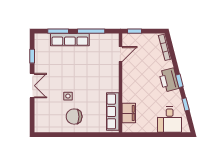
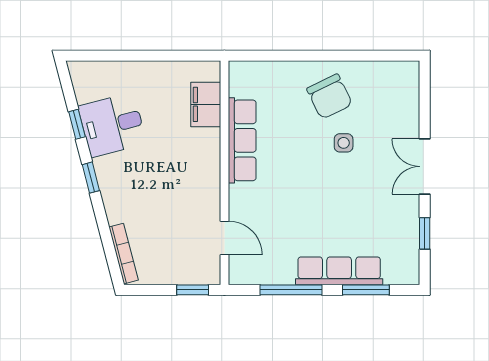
door: (120, 54) -> (224, 238), swing flipped
printer: (169, 80) -> (115, 179), removed
row of seats: (113, 111) -> (242, 140), moved
chair: (74, 117) -> (330, 97), turned 64
desk: (170, 120) -> (112, 125), moved, turned -105

